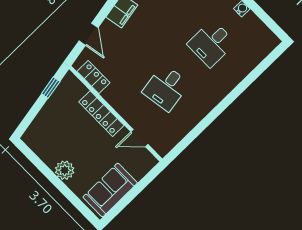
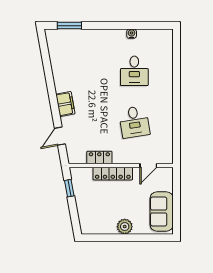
door: (89, 34) -> (60, 136), swing flipped
locker: (94, 77) -> (99, 157), moved

